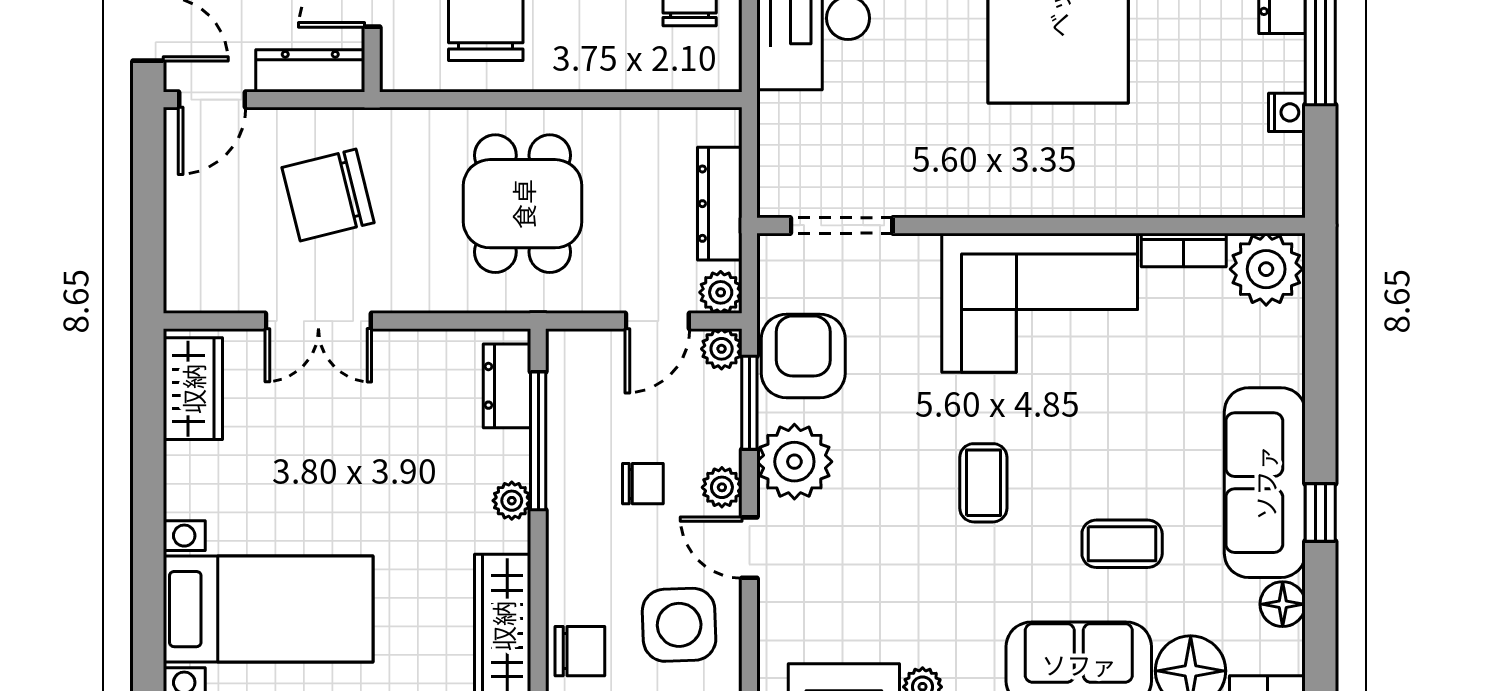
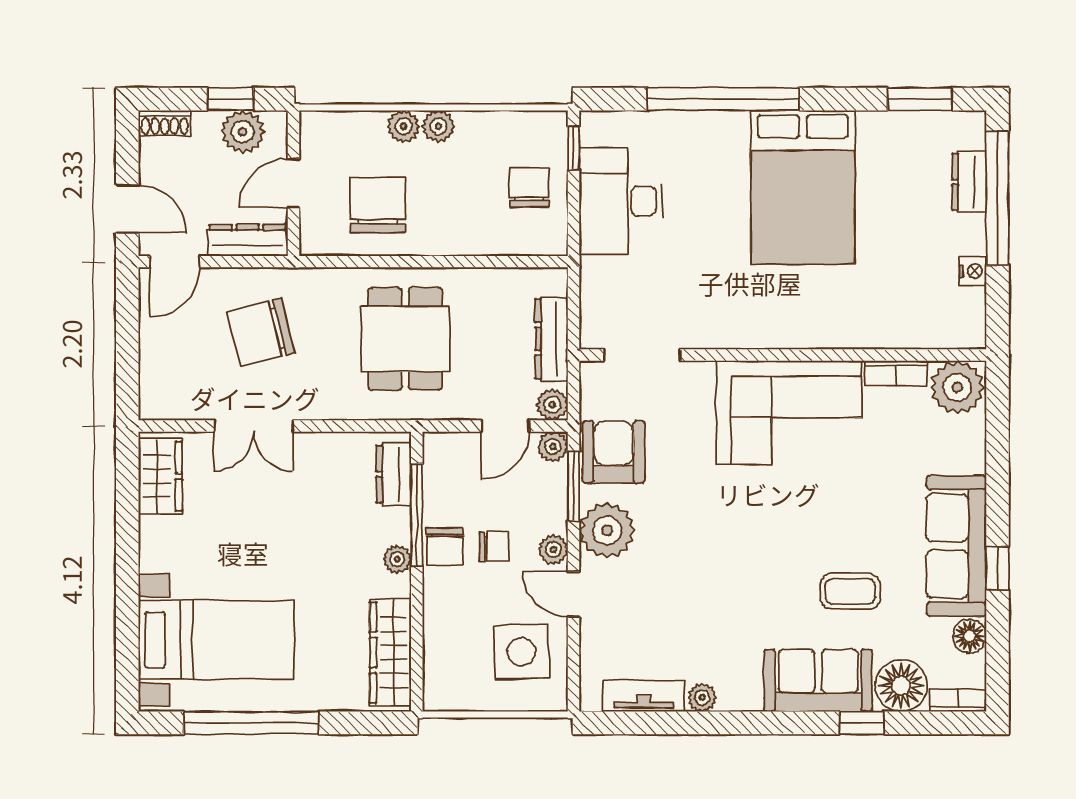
coffee table: (983, 483) -> (747, 546), removed
chair: (580, 651) -> (445, 546), moved, turned 90

